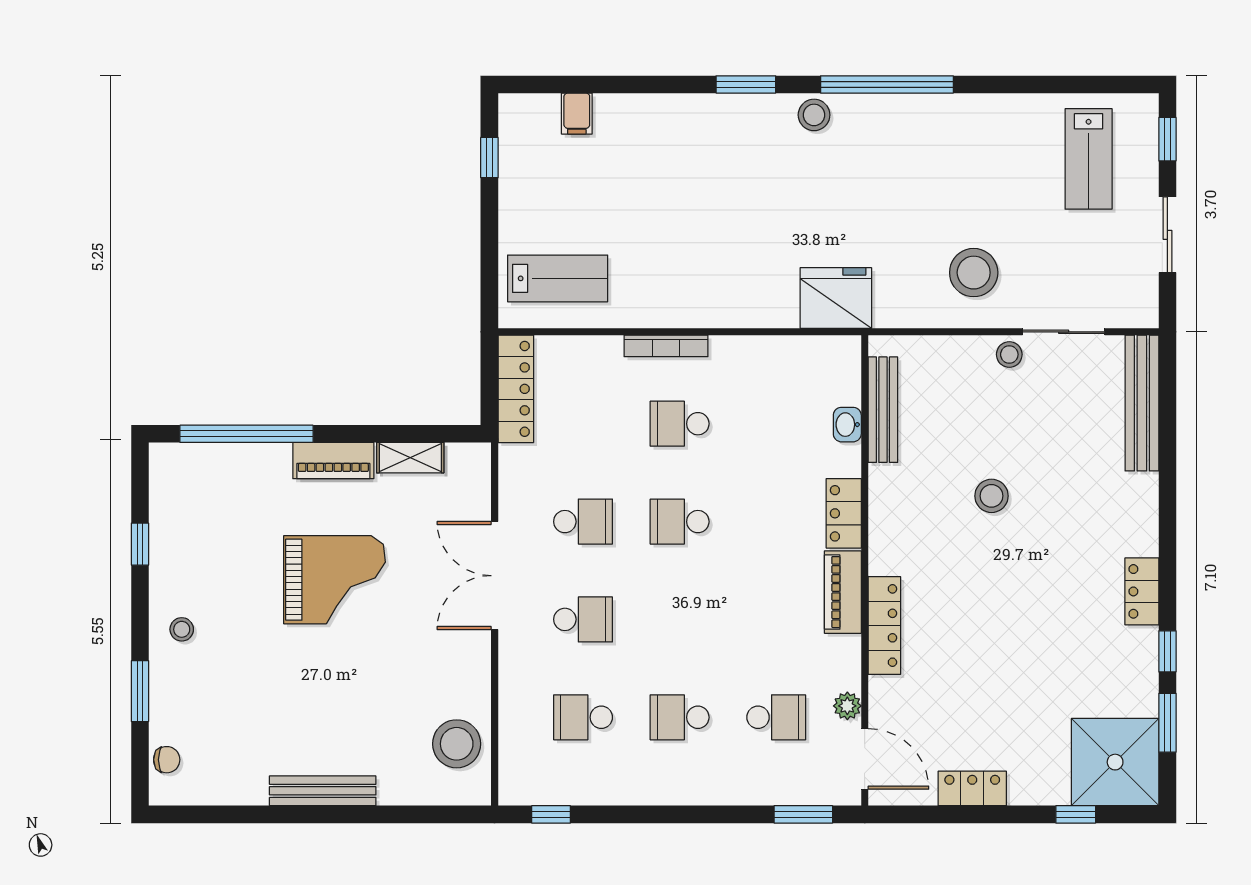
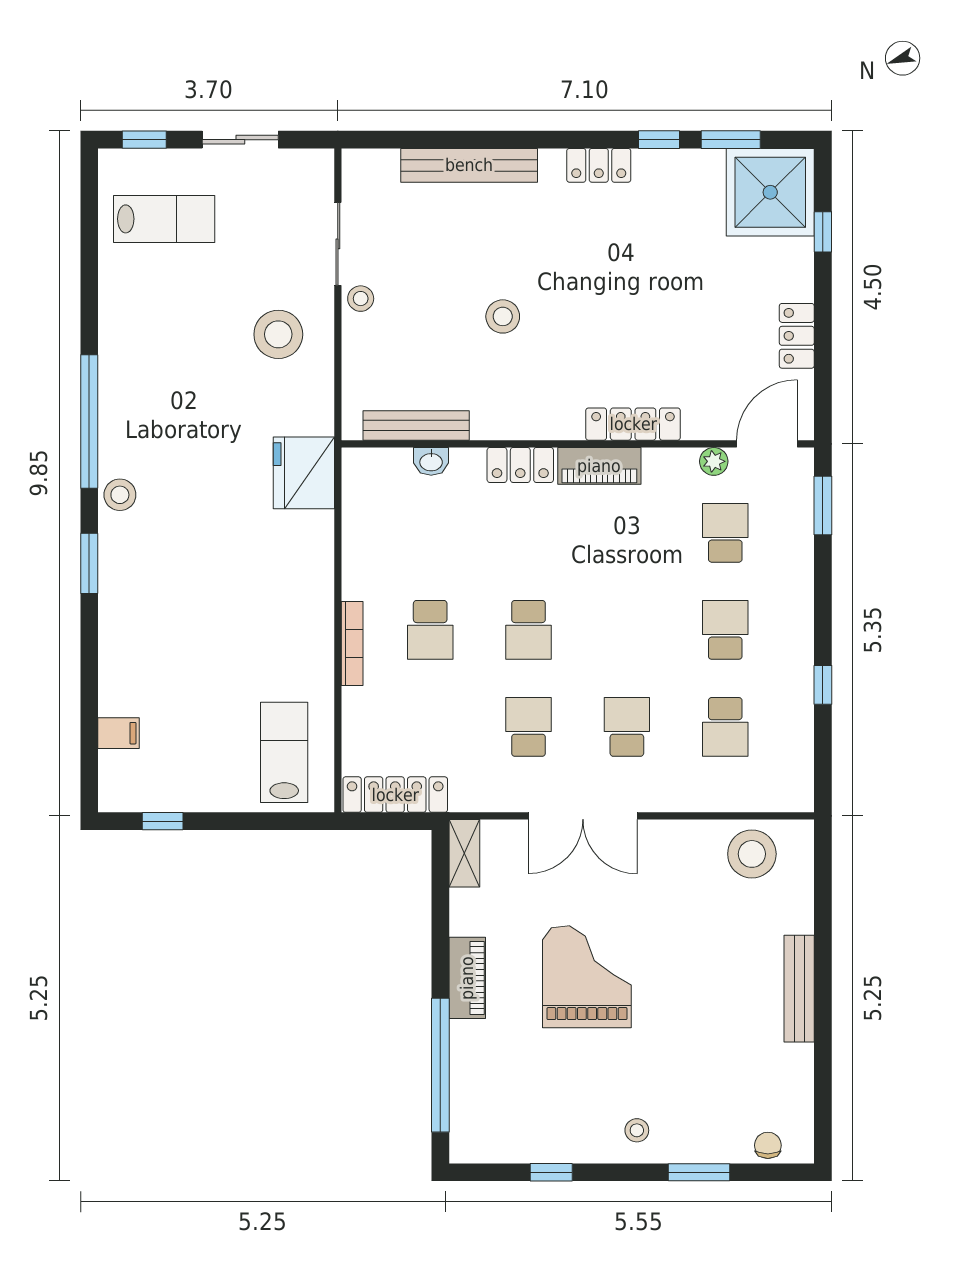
bench: (1142, 403) -> (469, 165), moved
shelving: (410, 458) -> (464, 853), moved
school desk: (680, 717) -> (725, 630), turned 180
window: (551, 814) -> (823, 685), moved

